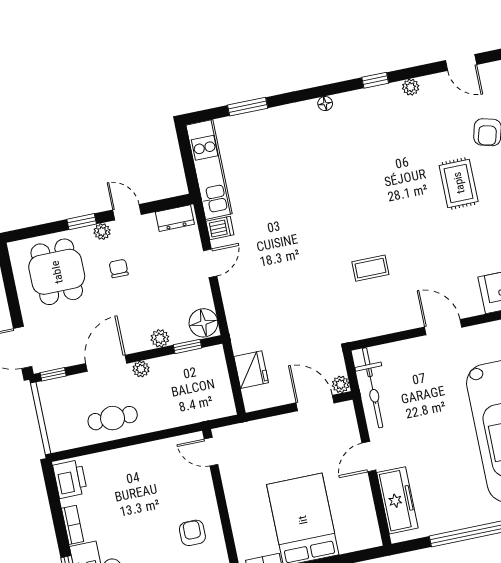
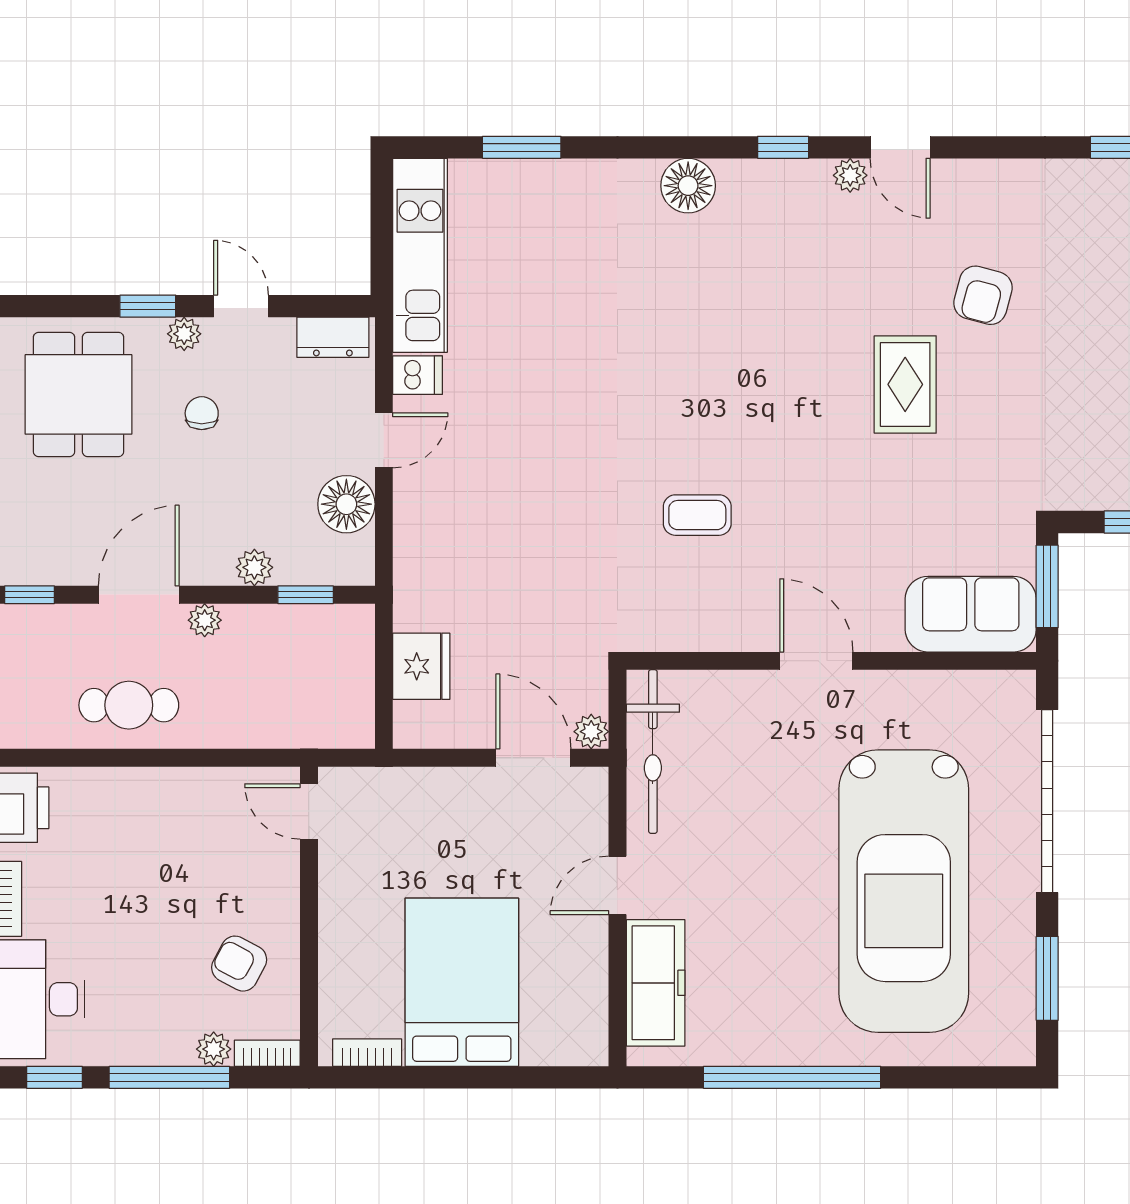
door: (461, 62) -> (900, 147), moved
floor lamp: (325, 104) -> (688, 186), width x1.89, depth x1.89
floor lamp: (203, 323) -> (346, 504), moved
armchair: (192, 533) -> (239, 964), turned -62

